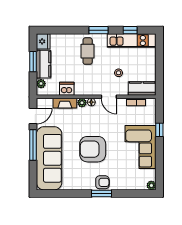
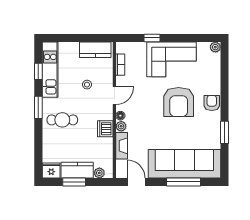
dishwasher: (67, 89) -> (105, 129), moved
kitchen counter: (142, 89) -> (95, 50), moved, turned -90
window: (33, 145) -> (184, 182), moved
armchair: (93, 149) -> (179, 102), moved
window: (101, 193) -> (224, 132), moved

